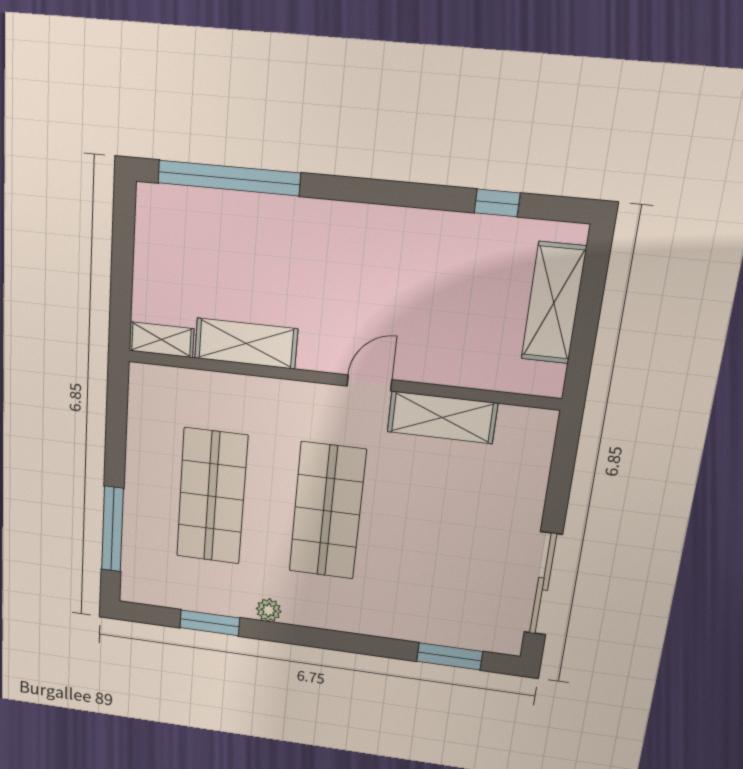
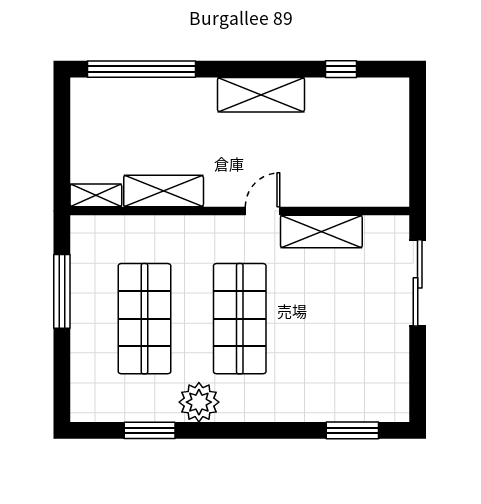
shelving: (554, 303) -> (261, 95), moved, turned 90
window: (112, 529) -> (62, 291), moved
sliding door: (543, 584) -> (418, 283), moved
plant: (269, 610) -> (199, 402), width x1.88, depth x1.88

